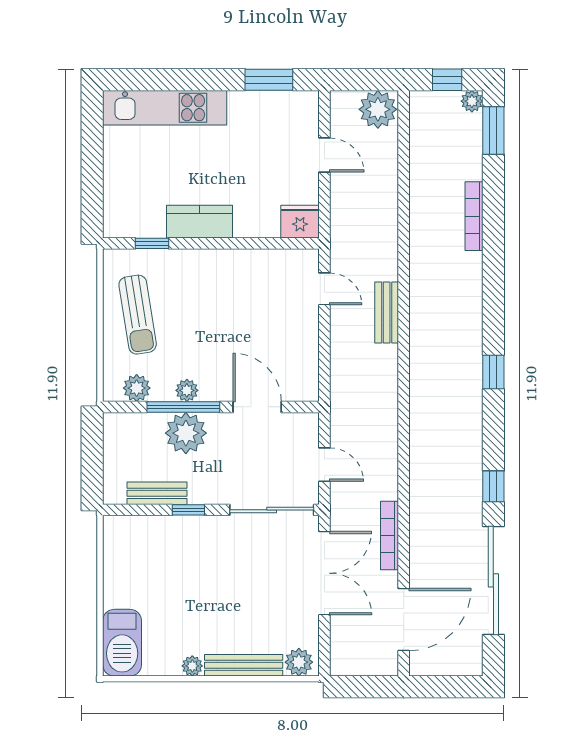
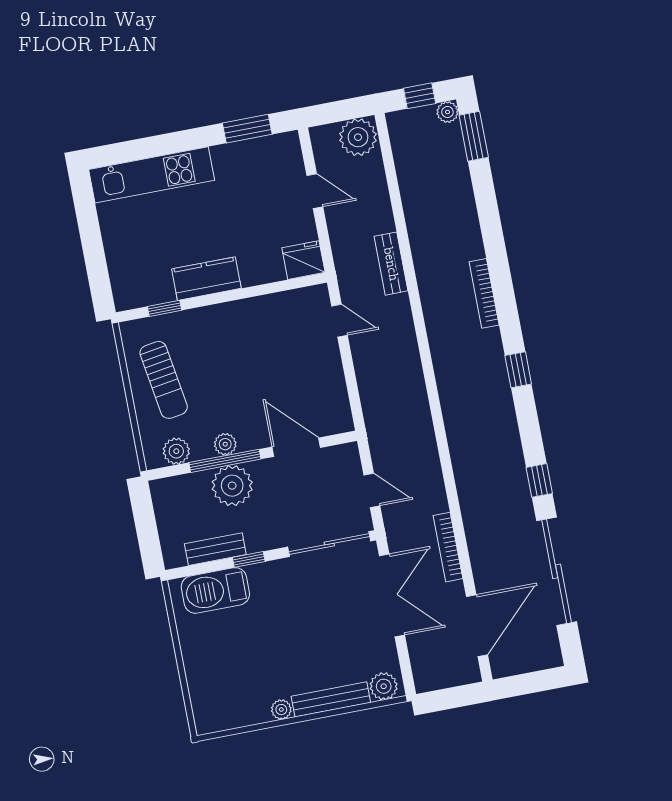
bookcase: (474, 216) -> (484, 293), moved
bench: (387, 313) -> (391, 264), moved
barbecue: (122, 643) -> (215, 590), moved, turned 90

